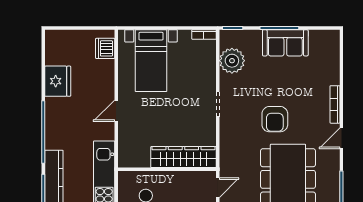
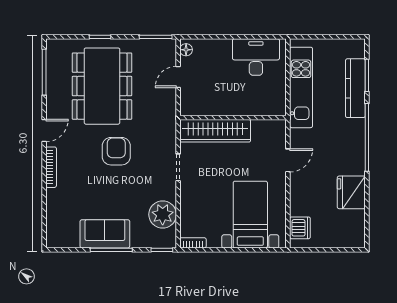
wardrobe: (183, 157) -> (215, 131), moved
wall: (167, 169) -> (233, 118), moved

